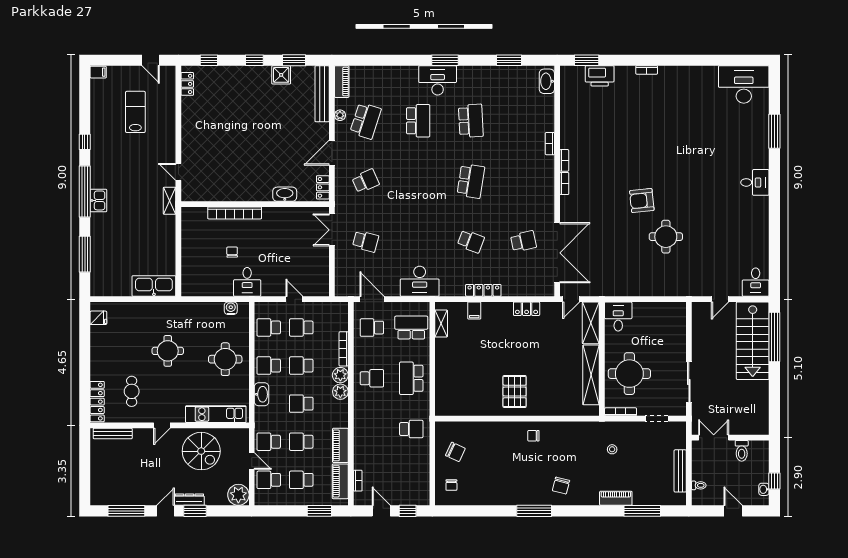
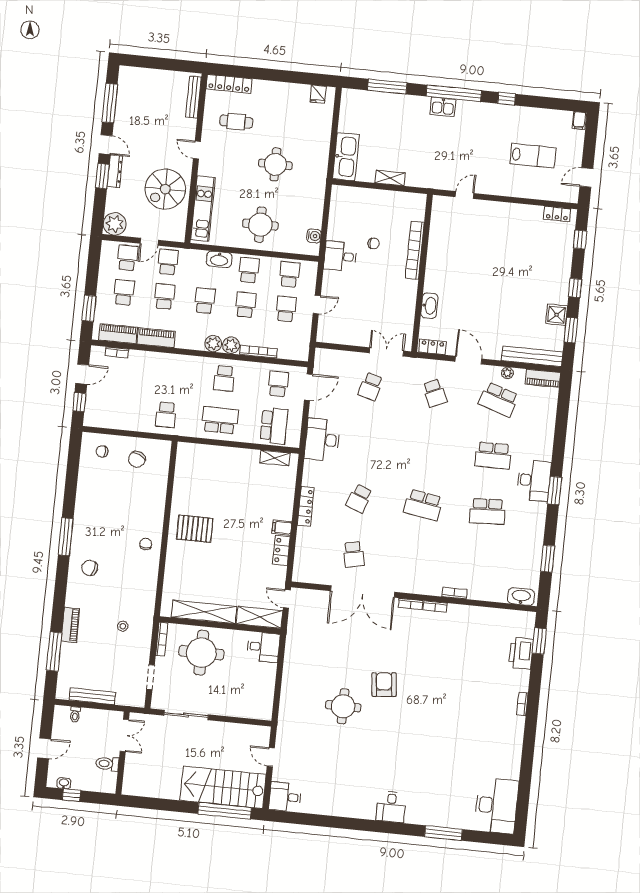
shelving: (170, 201) -> (390, 178), moved
double door: (557, 253) -> (363, 592), moved
filing cabinet: (474, 310) -> (282, 528), moved

